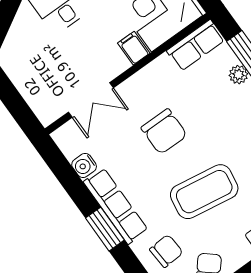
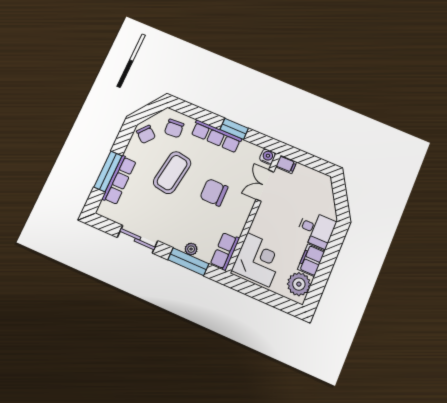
filing cabinet: (134, 48) -> (286, 164), moved
water cooler: (84, 165) -> (267, 157), moved
window: (105, 229) -> (234, 129), moved

